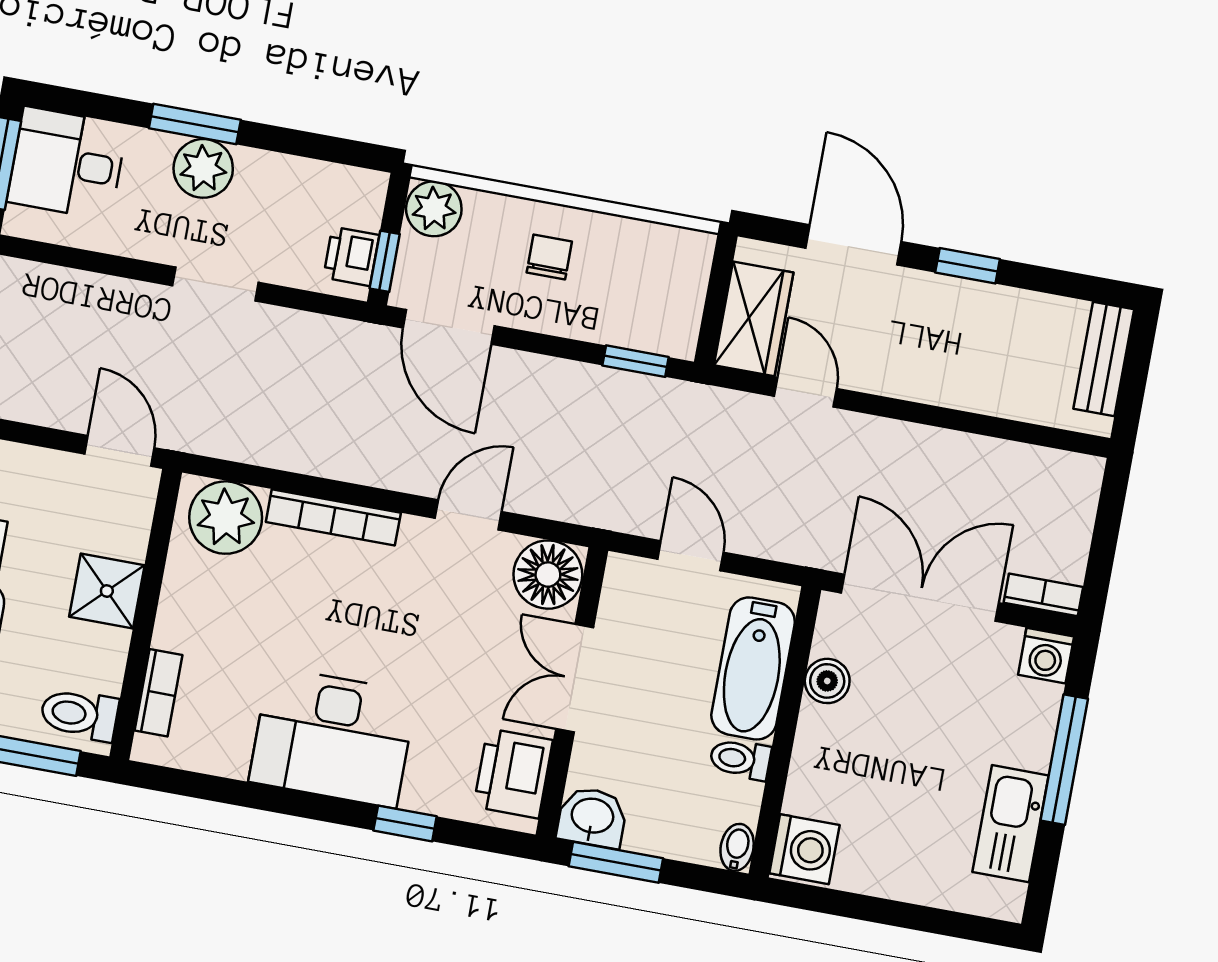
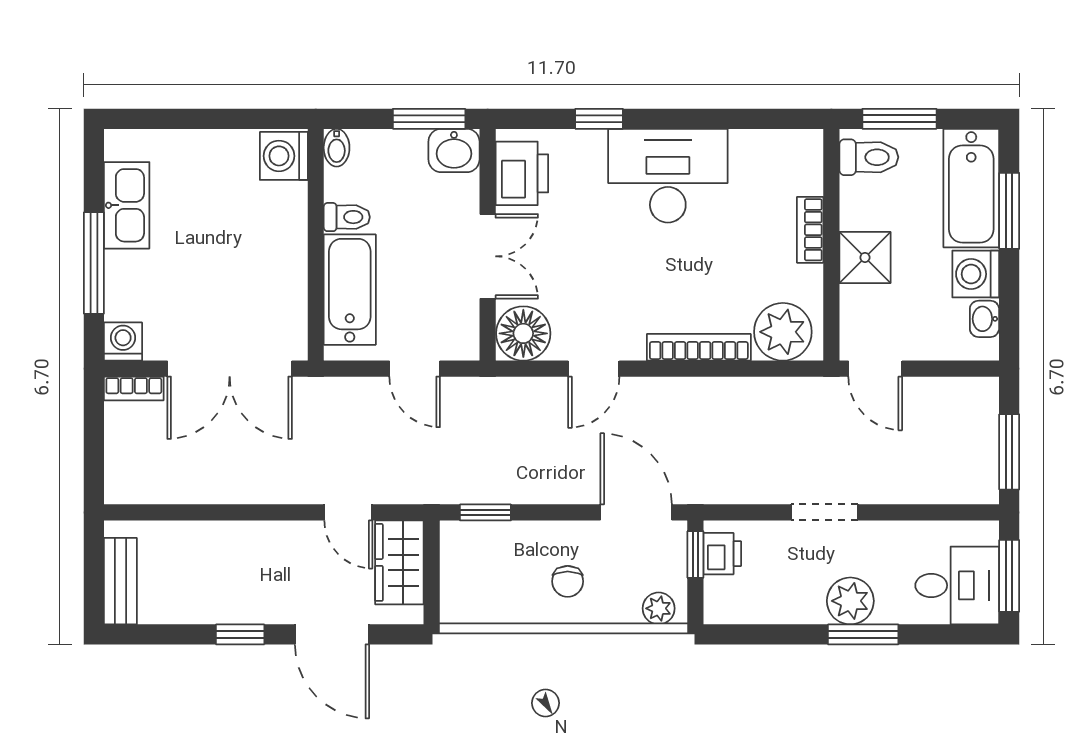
plant: (434, 209) -> (659, 608), width x0.73, depth x0.73
boiler: (827, 681) -> (290, 290), removed
bookcase: (158, 693) -> (810, 230), moved

